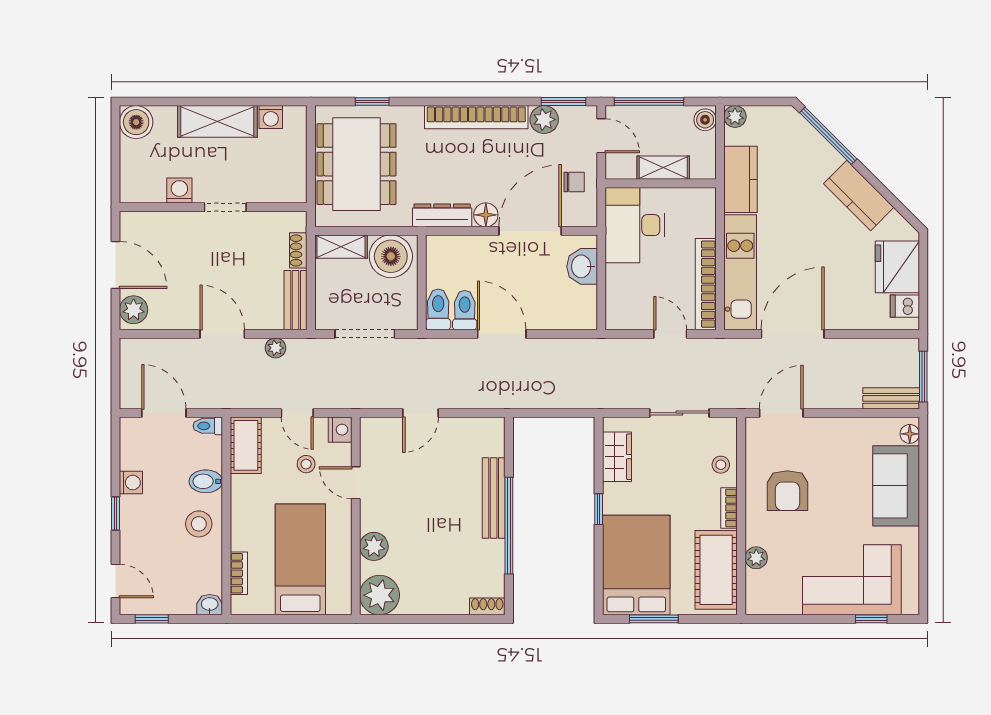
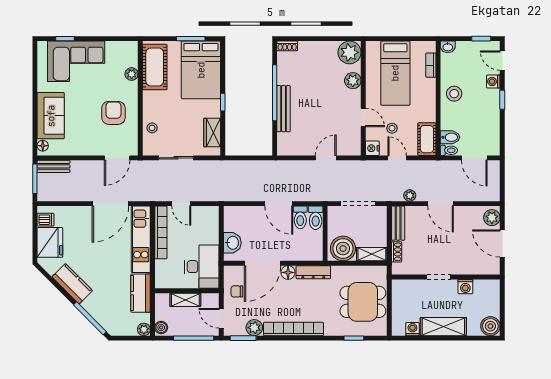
dining table: (356, 164) -> (363, 302), width x0.73
bidet: (206, 481) -> (450, 137), moved
washing machine: (131, 483) -> (493, 81), moved
bookcase: (729, 508) -> (147, 103), removed

